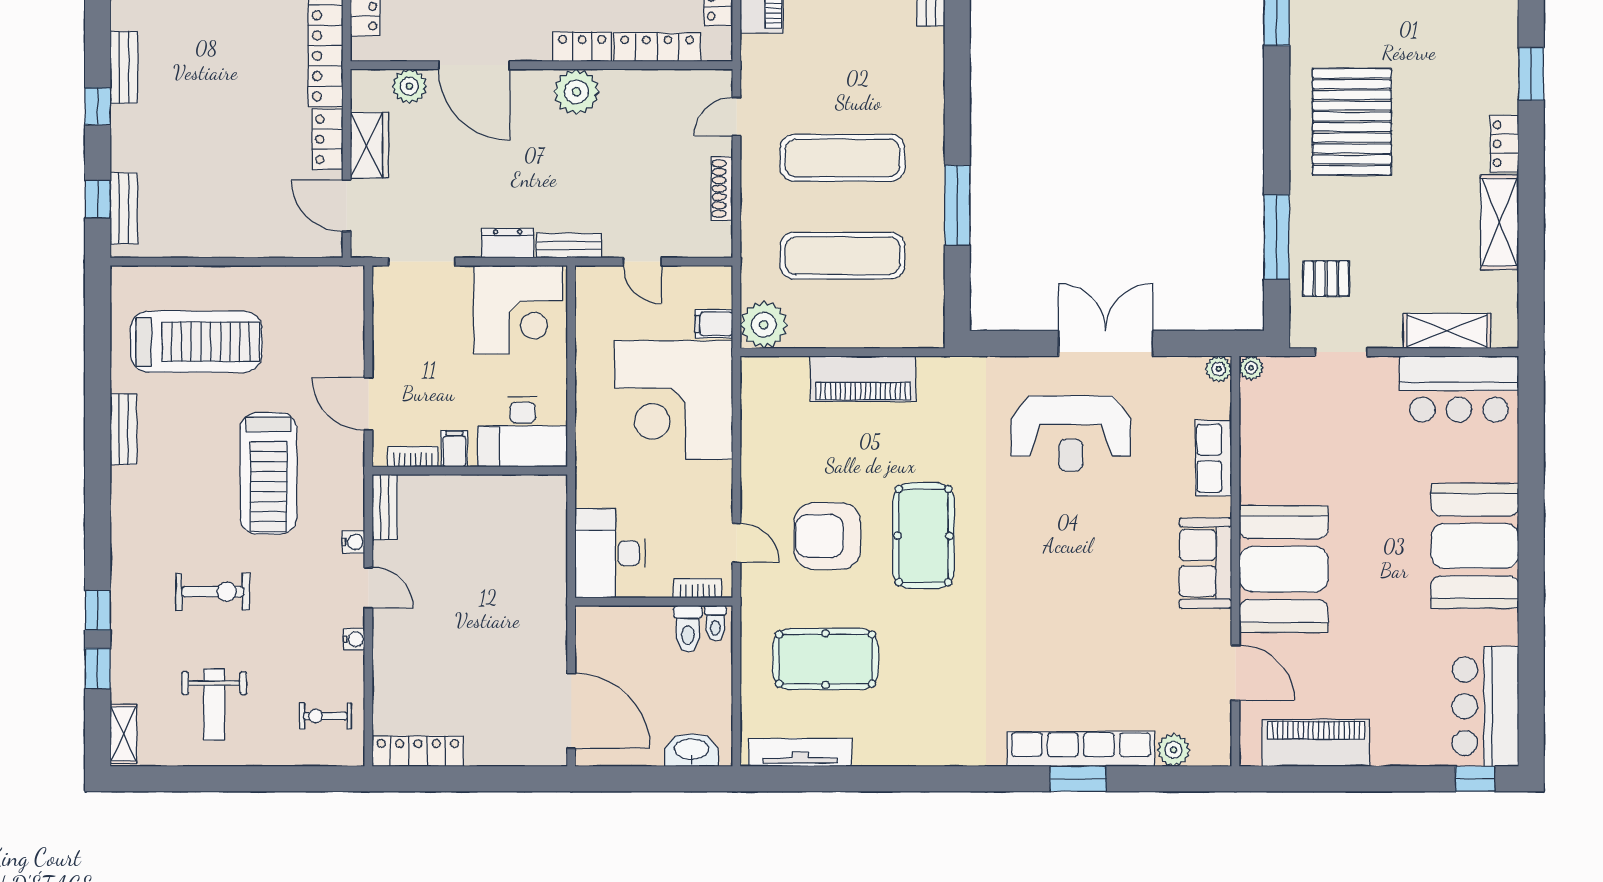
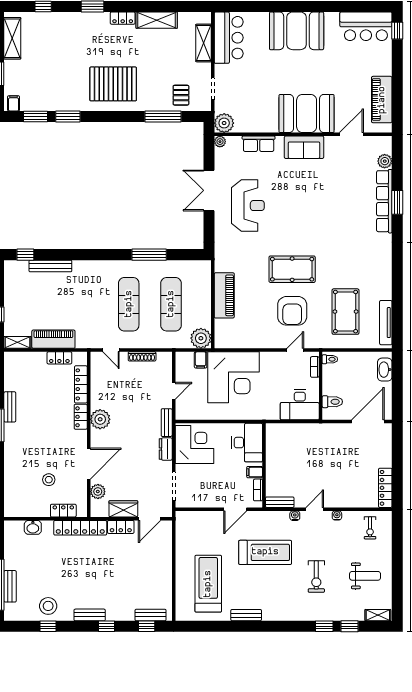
plant: (1251, 368) -> (224, 123), width x1.87, depth x1.87
exercise bike: (213, 592) -> (316, 577), turned 180
toilet: (688, 629) -> (332, 402), moved

